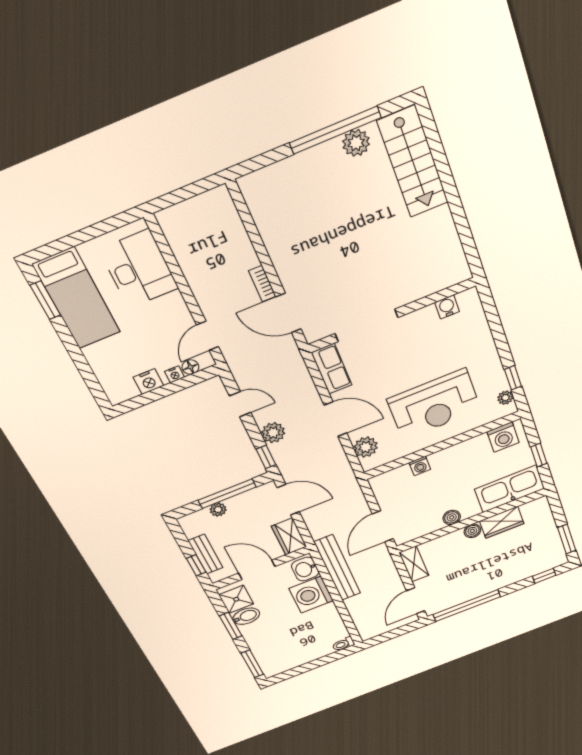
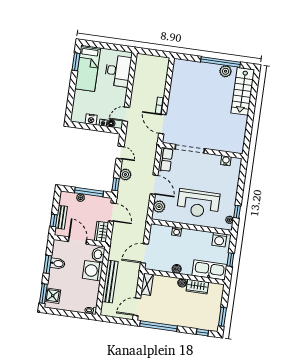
bench: (337, 568) -> (110, 282), moved
shower: (236, 599) -> (53, 296), moved

